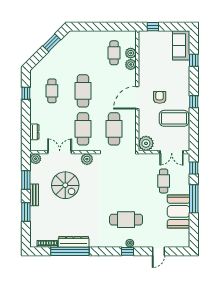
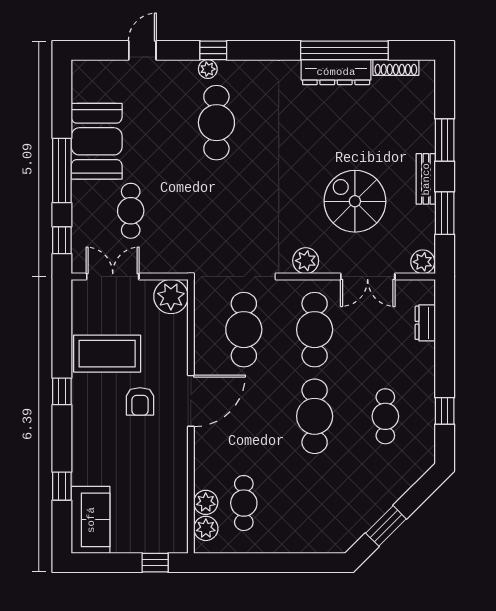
plant: (131, 64) -> (206, 528), moved
cafe table: (126, 220) -> (216, 123), turned 90

